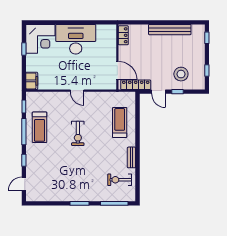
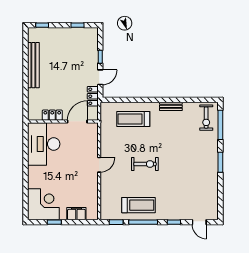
locker: (123, 35) -> (52, 115), moved
desk: (76, 39) -> (44, 144), moved
stool: (181, 74) -> (81, 53), removed
filing cabinet: (32, 81) -> (76, 214), moved
locker: (136, 85) -> (93, 96), width x0.66
exercise bike: (120, 180) -> (206, 118), moved

